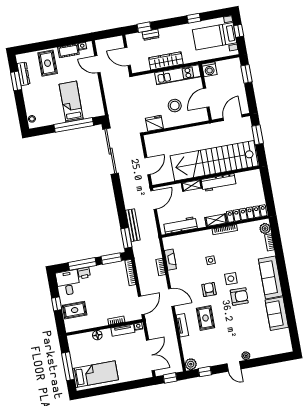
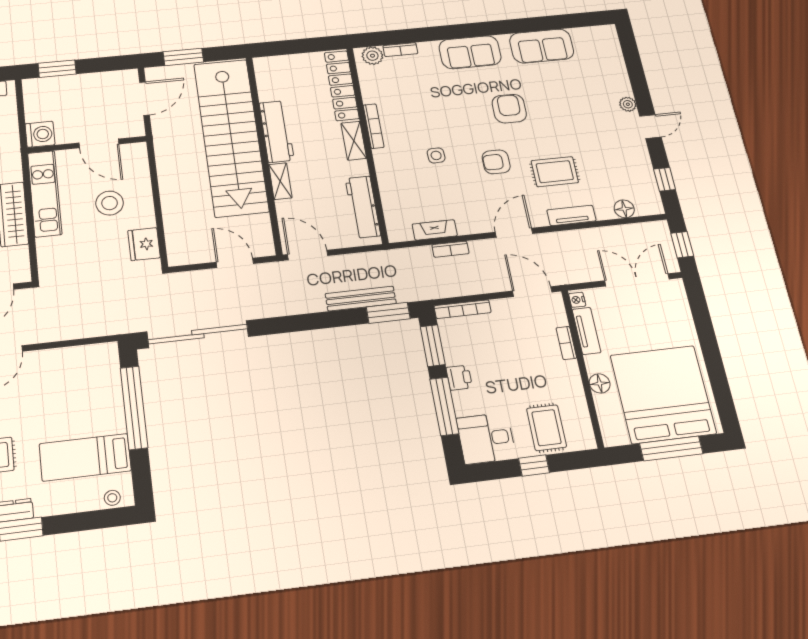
bed: (71, 102) -> (85, 457), moved
door: (233, 118) -> (144, 99), swing flipped
printer: (84, 273) -> (459, 378), moved
sofa: (270, 277) -> (470, 52), width x0.73
side table: (231, 279) -> (473, 121), removed
floor lamp: (187, 351) -> (624, 209), added
plant: (191, 364) -> (651, 204), removed
bed: (95, 374) -> (663, 394), width x2.04

